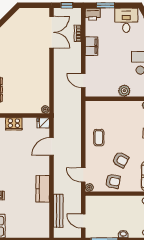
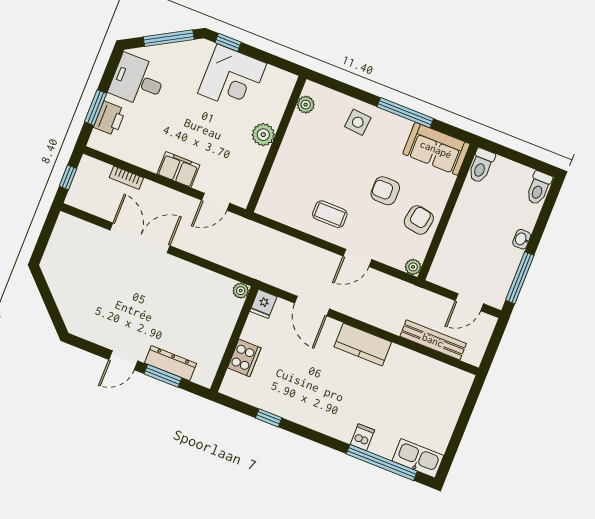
printer: (93, 14) -> (110, 118), moved
double door: (52, 32) -> (140, 238), moved
filing cabinet: (92, 46) -> (178, 169), moved
armchair: (121, 160) -> (385, 191), turned -118
door: (83, 175) -> (357, 258), moved
kitchen counter: (43, 189) -> (363, 344), moved

